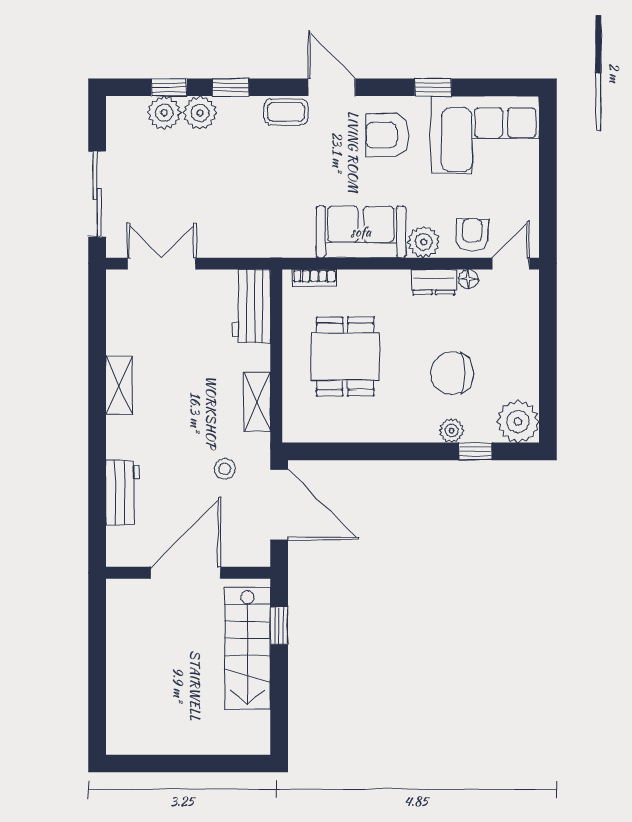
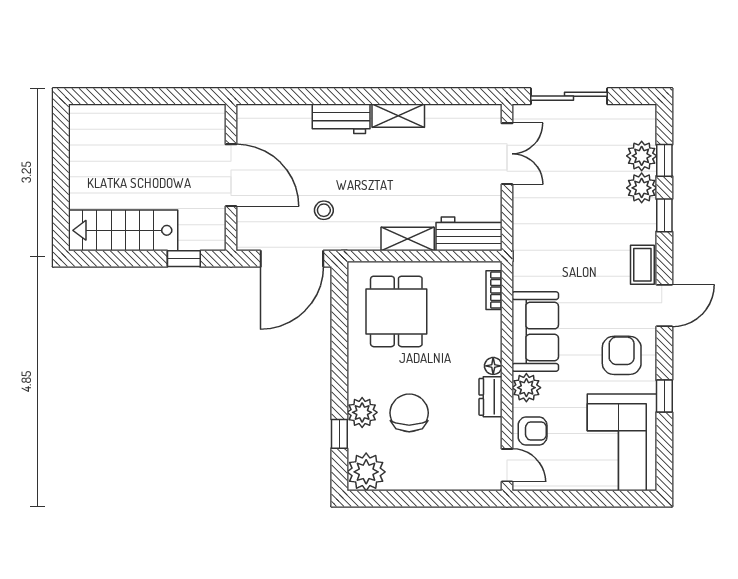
floor lamp: (468, 279) -> (493, 366), moved
dining table: (345, 357) -> (396, 311), moved, turned 90
shelving: (257, 402) -> (408, 239), moved
plant: (452, 430) -> (362, 412), width x1.38, depth x1.38
workbench: (122, 493) -> (341, 119), moved
stairs: (247, 649) -> (123, 230), moved

